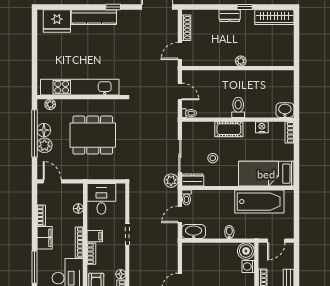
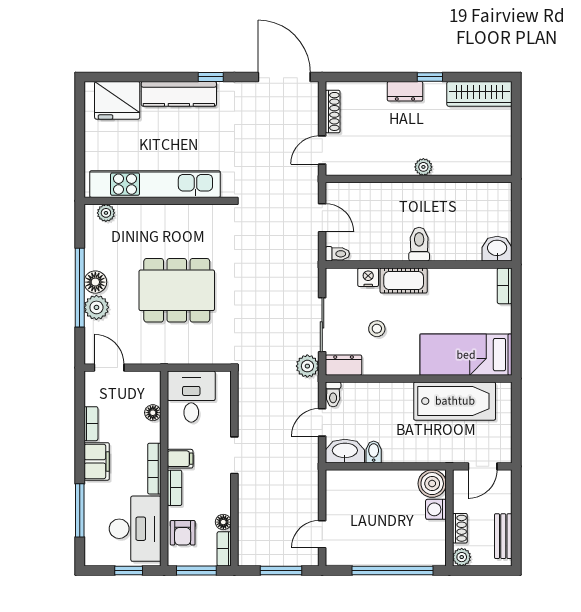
kitchen unit: (80, 87) -> (155, 184), moved
wall: (81, 97) -> (158, 201), moved
plant: (50, 104) -> (106, 213), moved
nightstand: (262, 127) -> (368, 277), moved
bidet: (229, 232) -> (374, 452), moved

